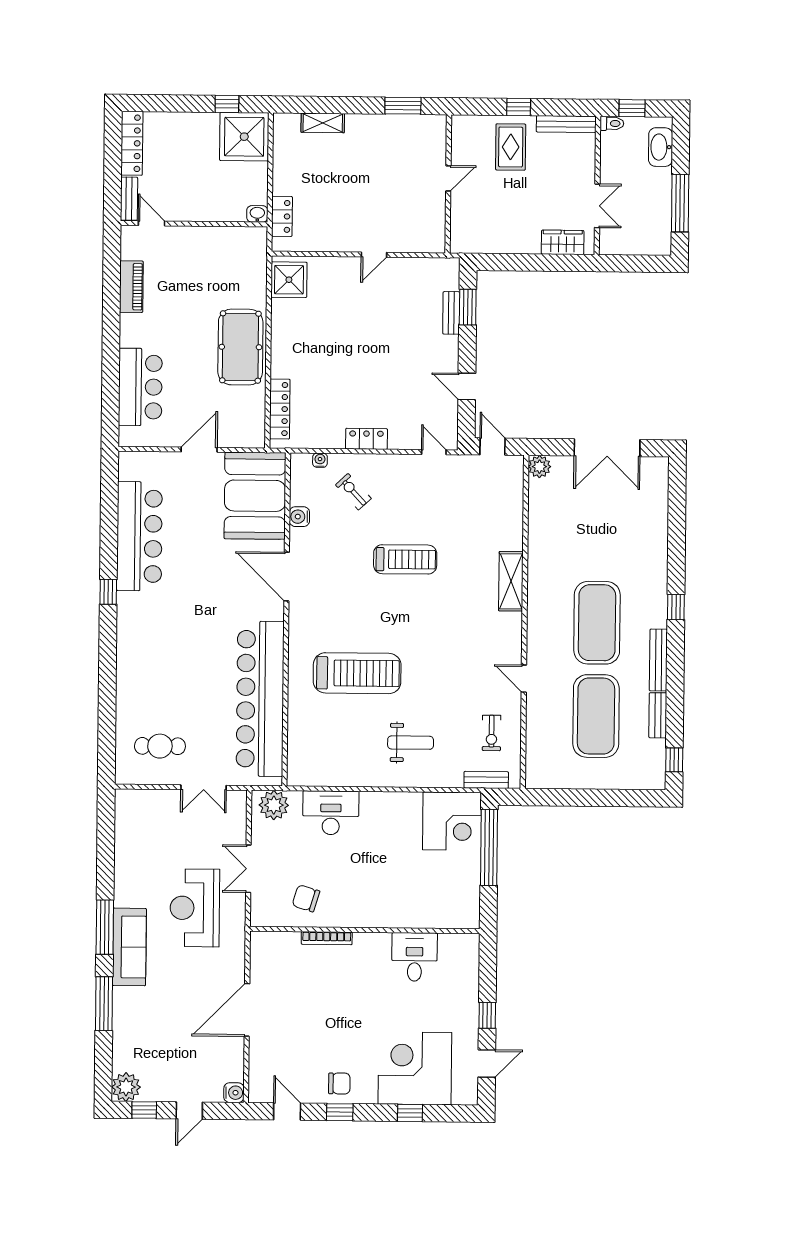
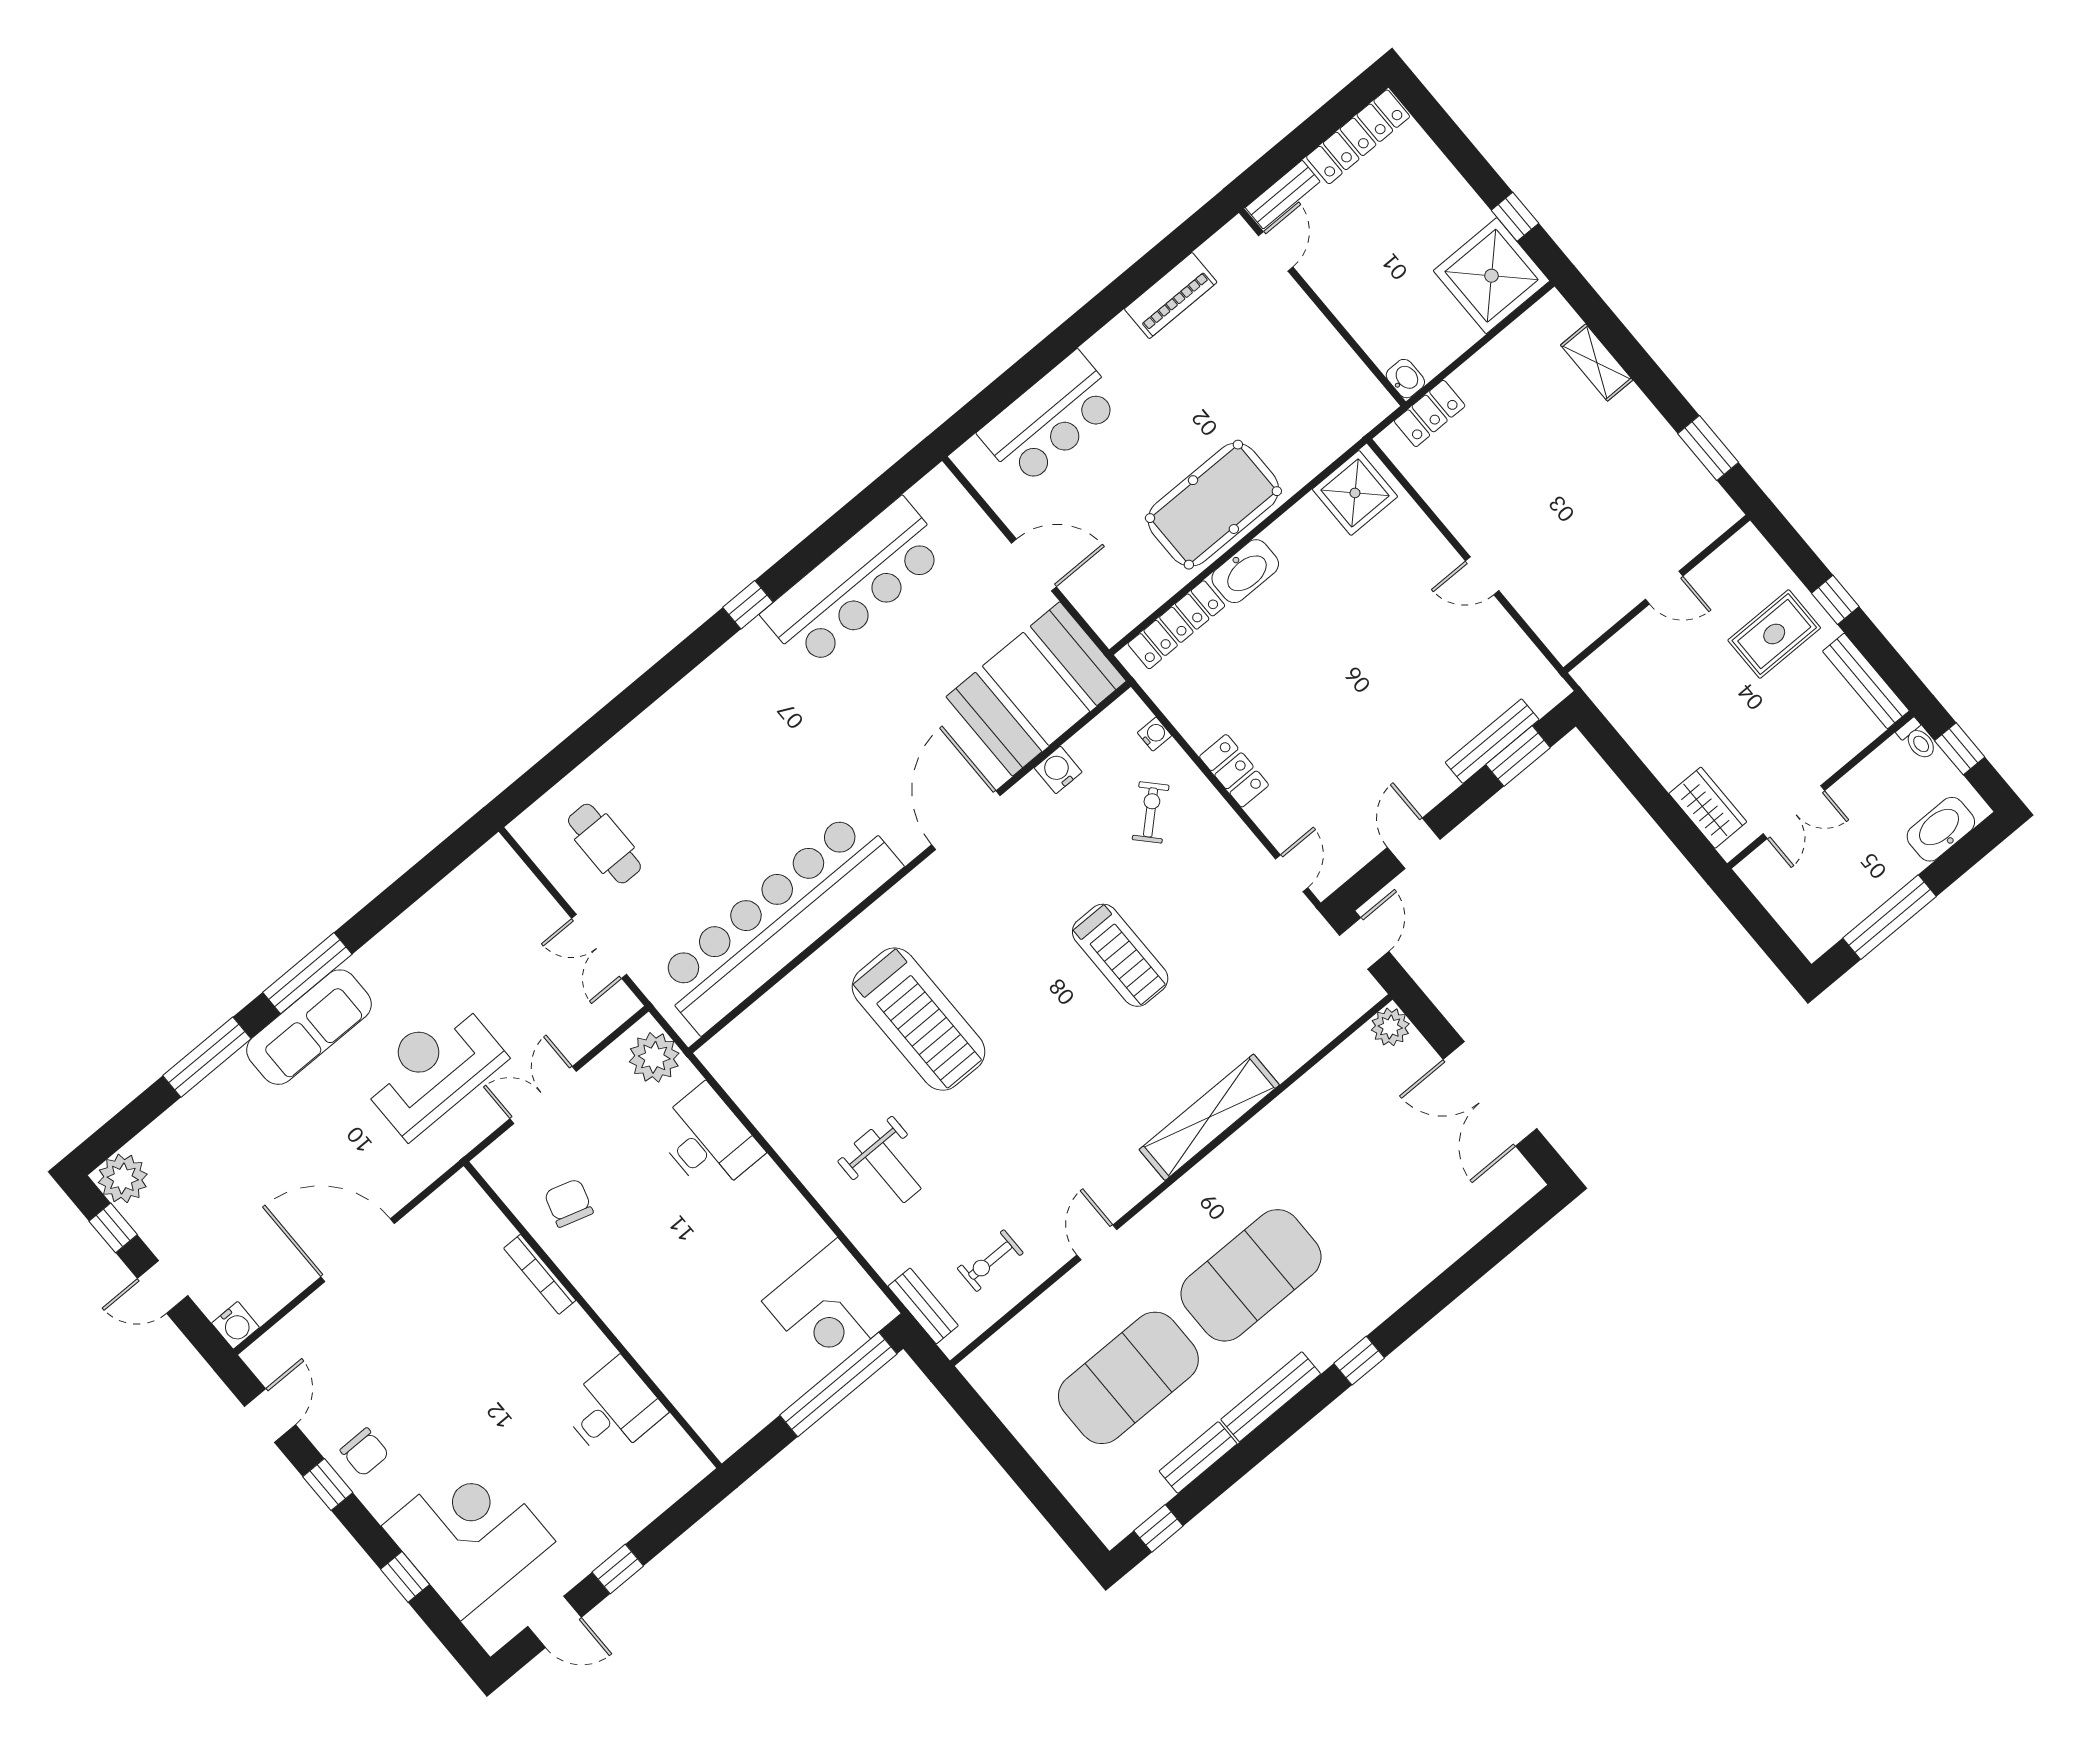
bench: (451, 313) -> (1492, 741), width x1.36
washbasin: (282, 358) -> (1245, 571), added
shelving: (511, 581) -> (1209, 1117), width x1.47

